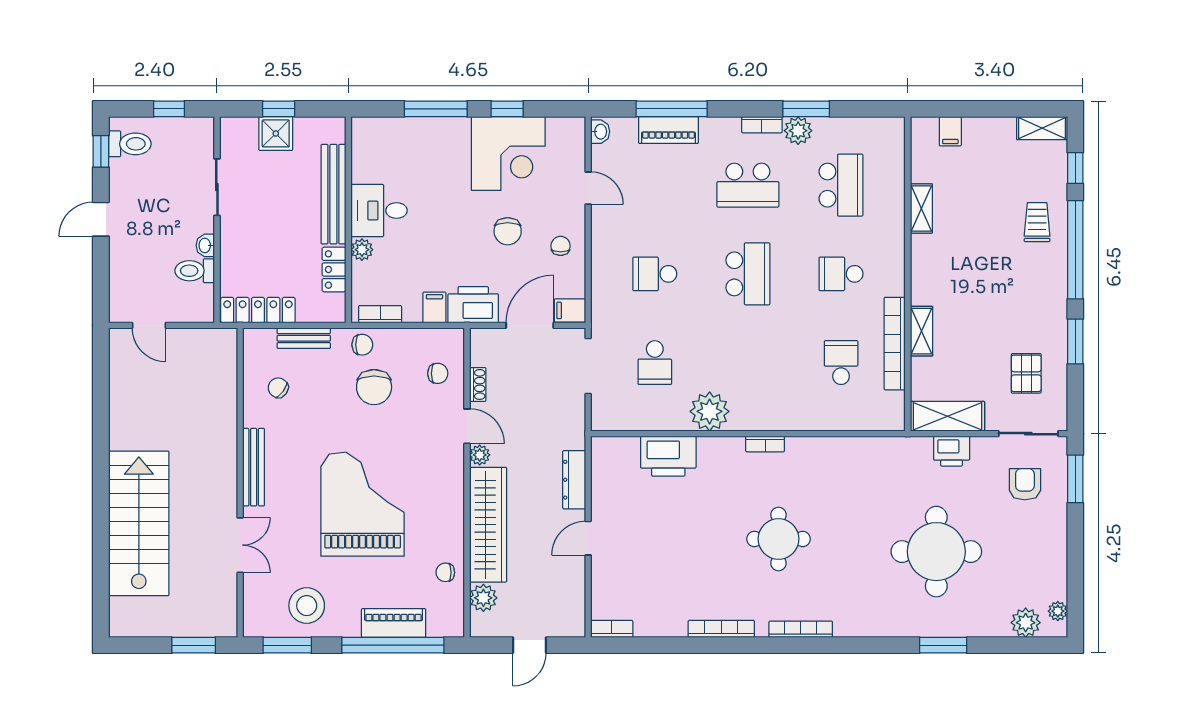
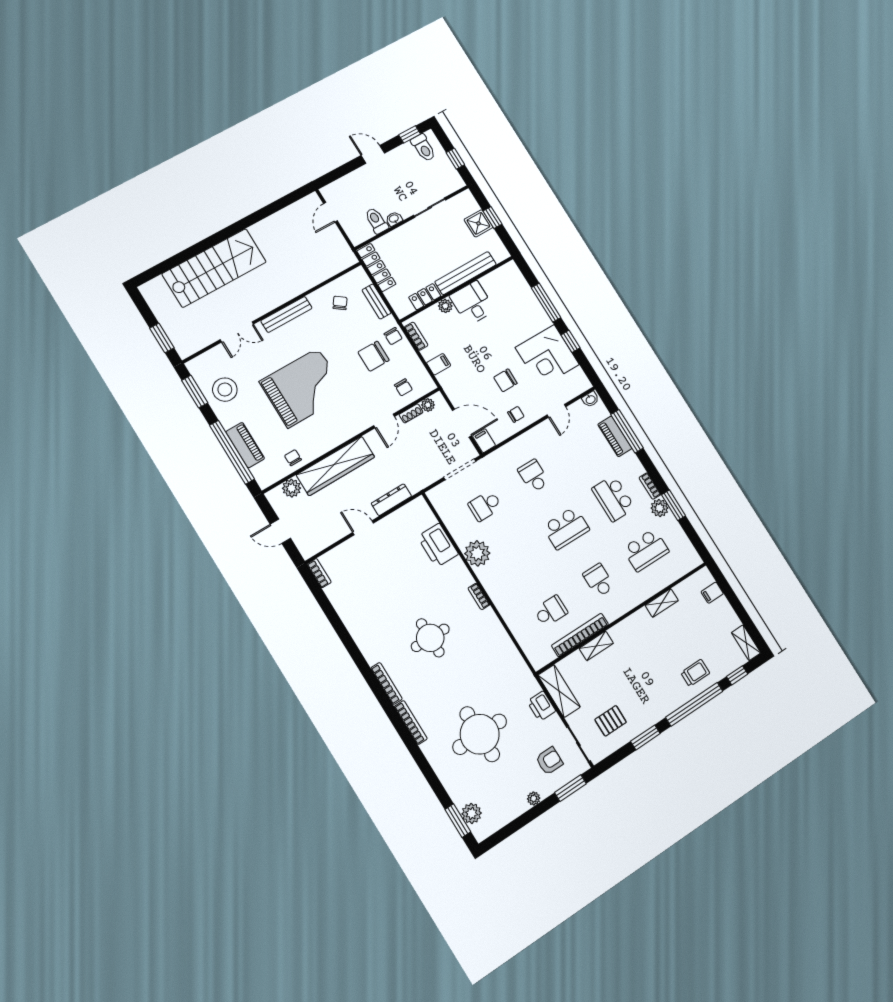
printer: (473, 305) -> (454, 385), removed
plant: (480, 455) -> (428, 405), moved
plant: (1058, 611) -> (534, 798), moved
bookcase: (721, 629) -> (411, 723), moved
window: (943, 645) -> (458, 821), moved

